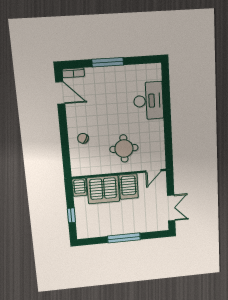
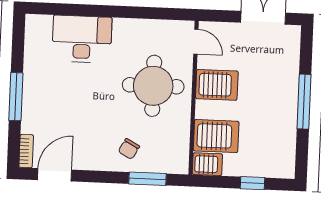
round table: (124, 149) -> (153, 86), width x1.36, depth x1.36
window: (66, 152) -> (148, 179), added
server rack: (103, 190) -> (216, 136), width x0.62

